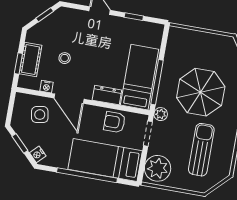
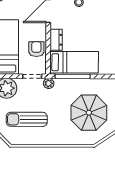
parasol: (201, 92) -> (89, 113), moved
sun lounger: (201, 150) -> (27, 119), turned 180

